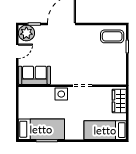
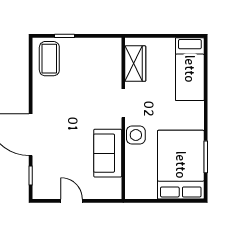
plant: (26, 33) -> (44, 187), removed
sofa: (34, 75) -> (108, 153), moved
wardrobe: (119, 101) -> (135, 64), moved, turned -90
bed: (41, 129) -> (181, 165), width x1.50

